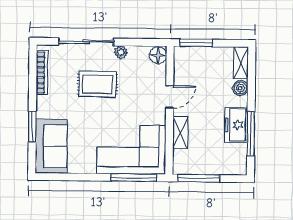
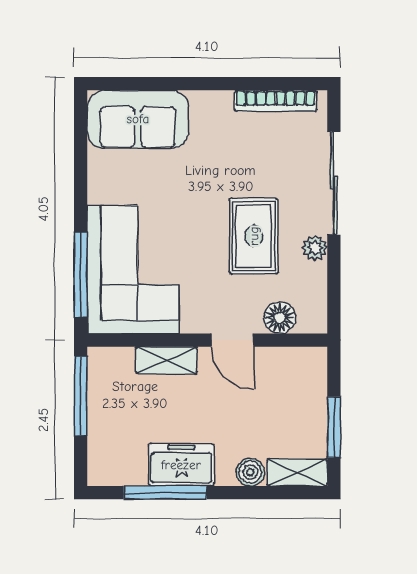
window: (196, 43) -> (334, 427), moved
floor lamp: (158, 55) -> (280, 318), moved
rug: (97, 84) -> (254, 236), moved
window: (32, 127) -> (174, 84), removed

